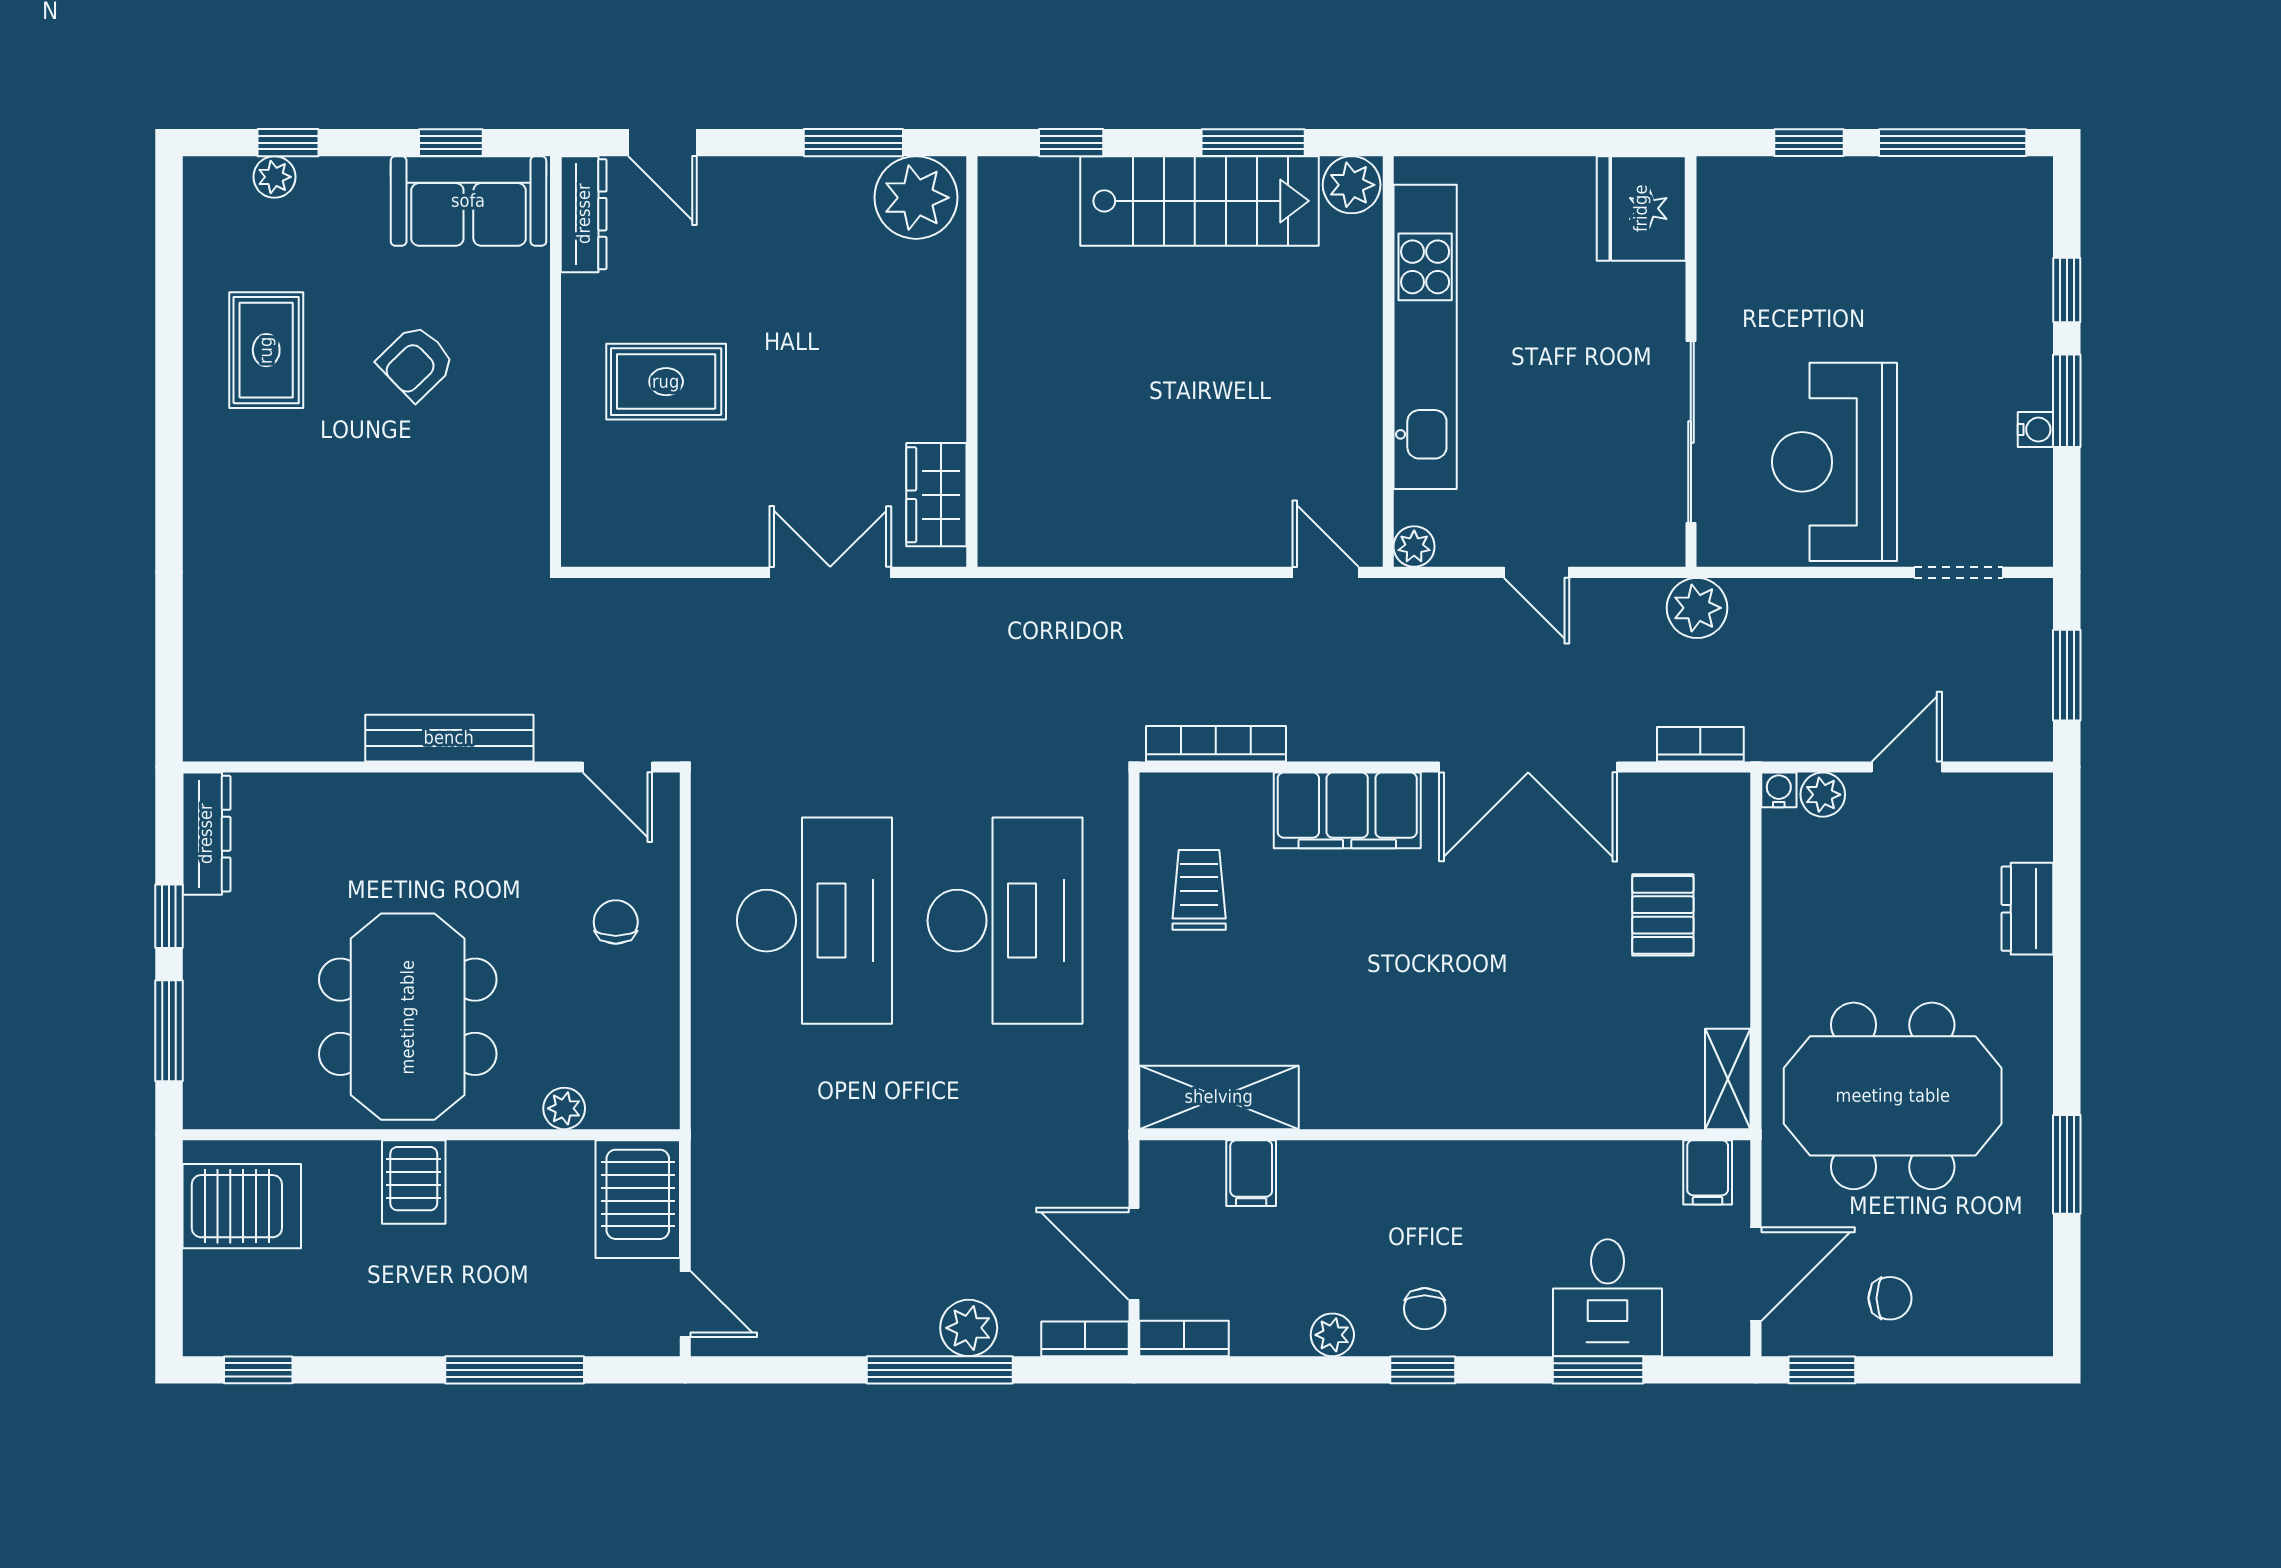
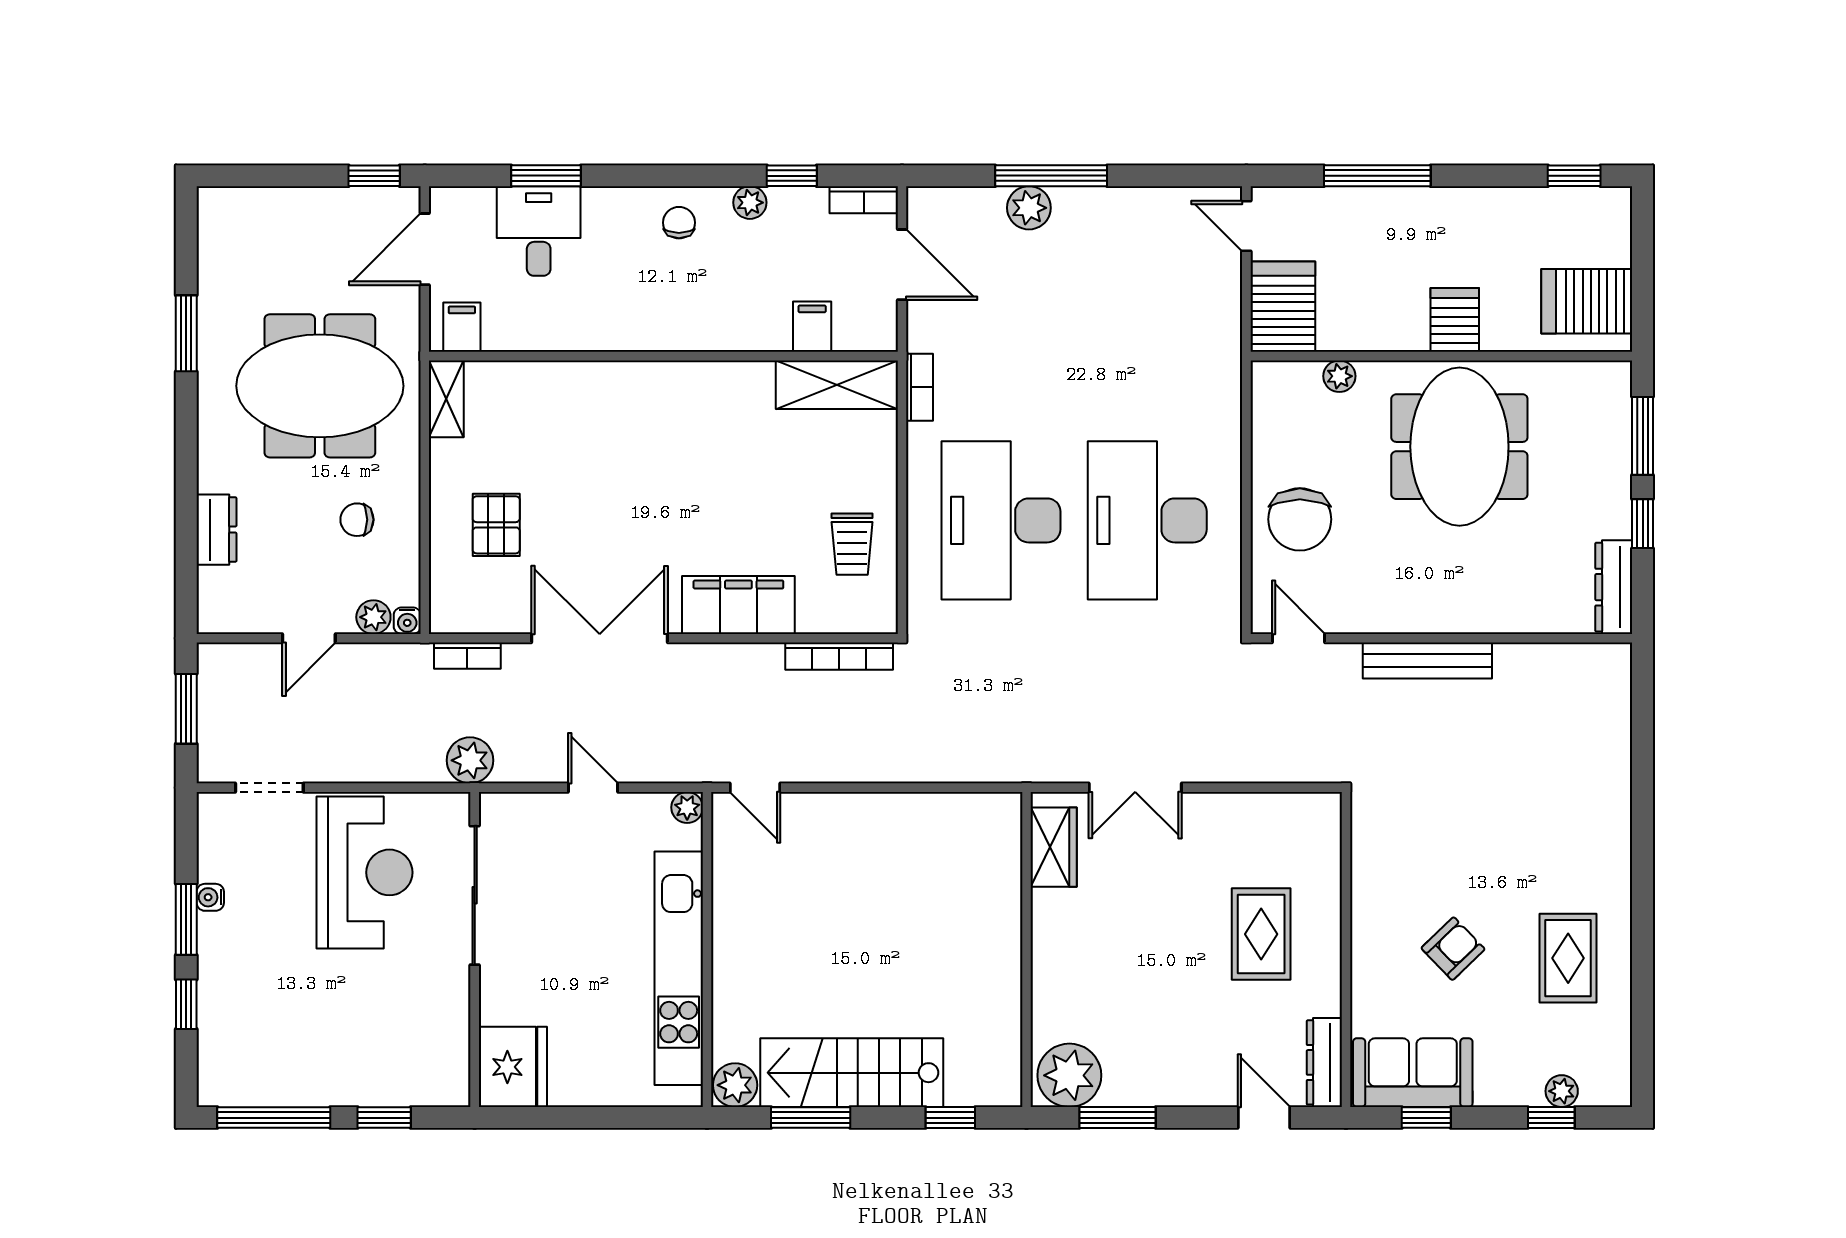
rug: (666, 382) -> (1261, 934), turned 90
chair: (616, 922) -> (1300, 519), width x1.87, depth x1.87
chair: (1890, 1298) -> (357, 520), moved
bookcase: (1085, 1339) -> (920, 387), moved, turned -90
window: (1423, 1370) -> (792, 176), moved

